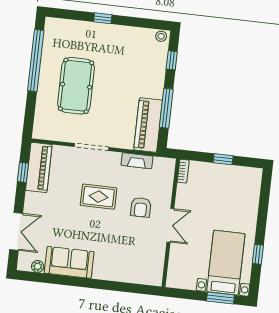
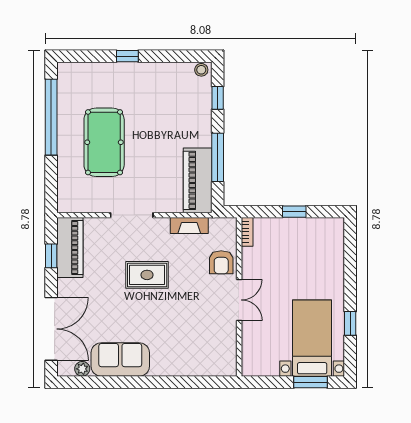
armchair: (141, 207) -> (221, 262), moved
double door: (16, 231) -> (51, 329), width x1.37

